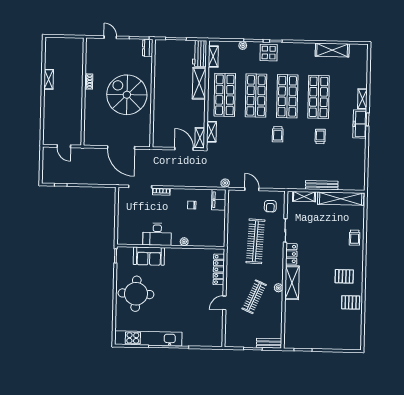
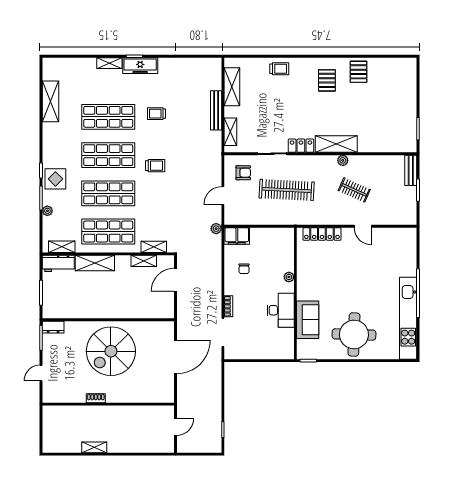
shelving: (200, 138) -> (144, 261), moved
shelving: (341, 199) -> (232, 87), width x0.68
clothes rail: (254, 297) -> (354, 190), width x0.73

